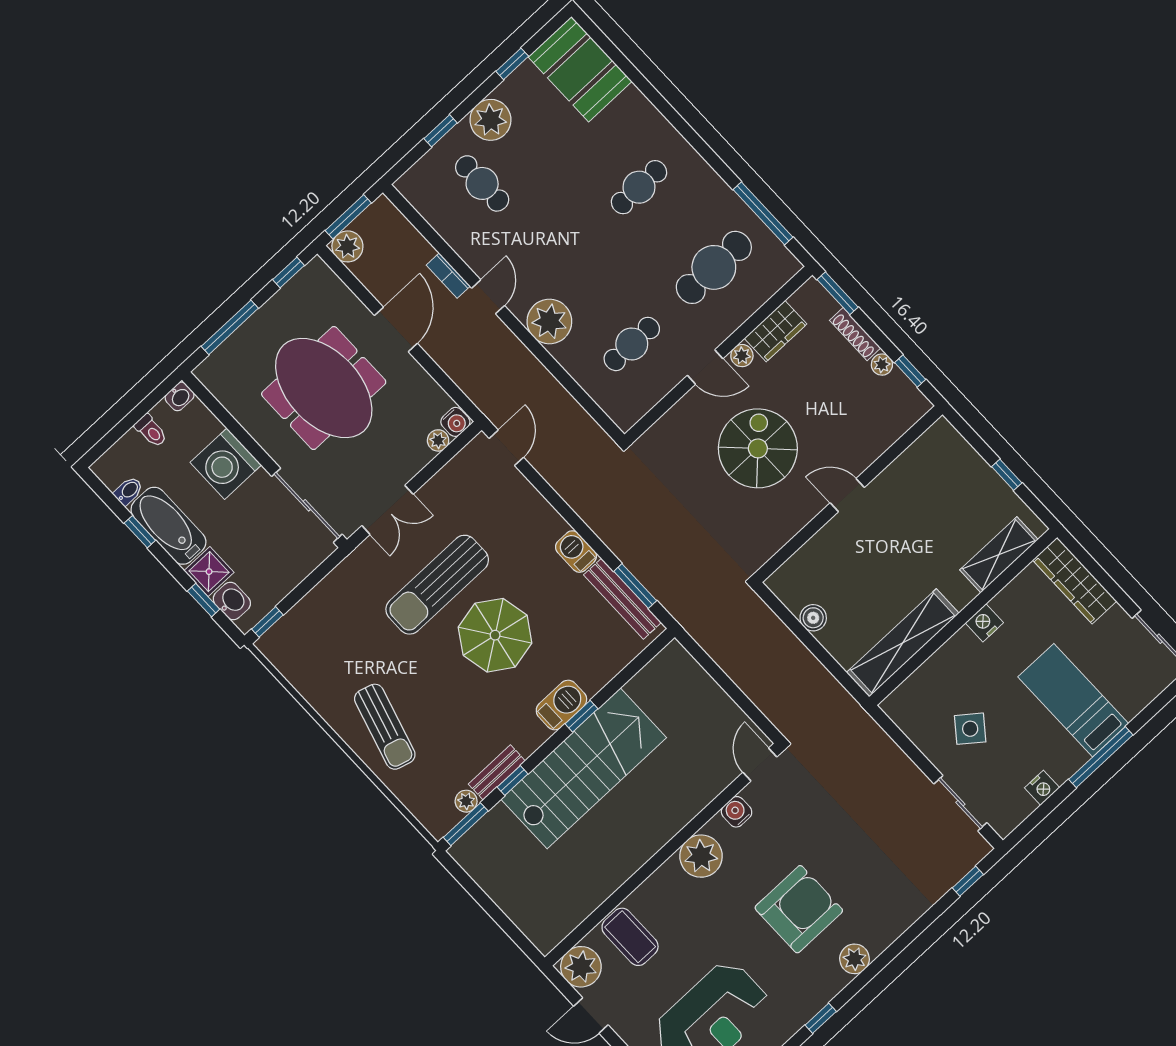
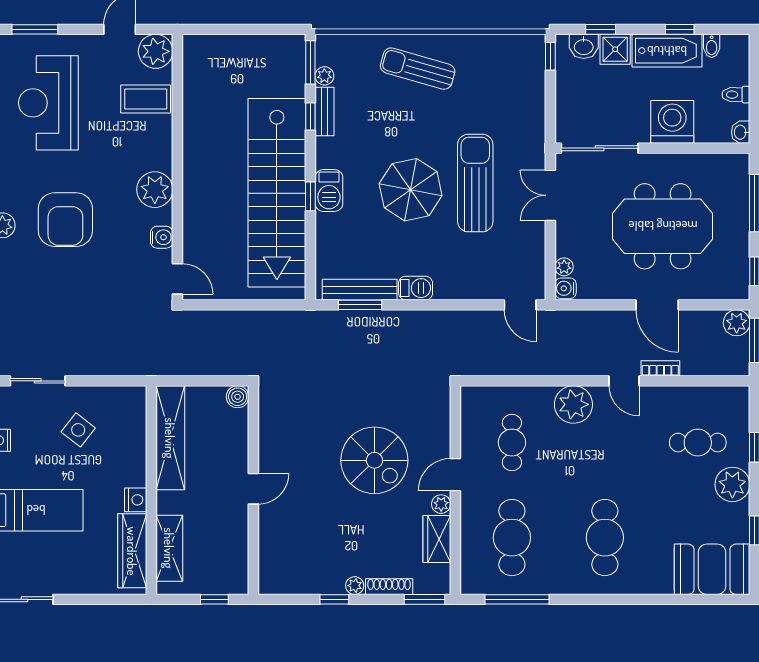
cafe table: (639, 187) -> (605, 538), width x1.37, depth x1.35
wall: (848, 494) -> (253, 490), moved
door: (847, 495) -> (253, 489), moved
wardrobe: (1075, 581) -> (132, 551), moved, turned -90
stairs: (584, 768) -> (277, 193), width x1.36

